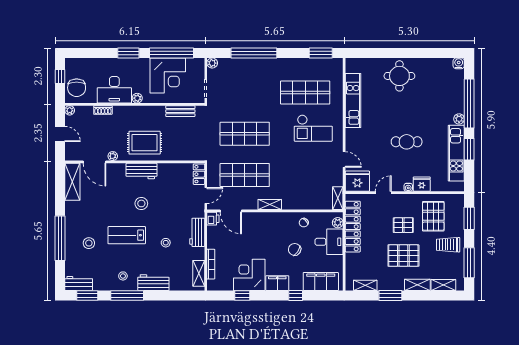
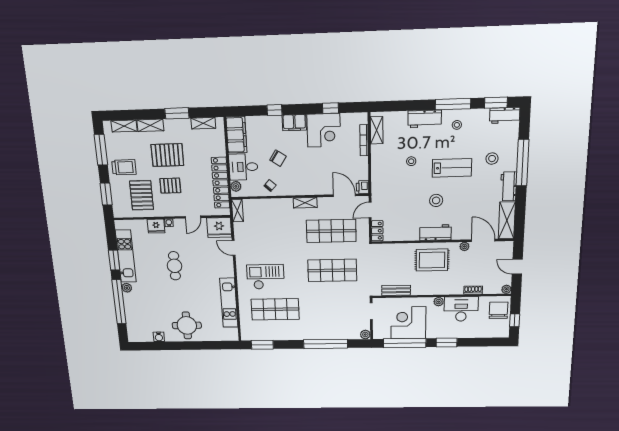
water cooler: (459, 63) -> (159, 337), moved
cafe table: (407, 142) -> (174, 266), turned 90
workbench: (197, 232) -> (508, 186), moved, turned 180
filing cabinet: (321, 282) -> (236, 135), moved, turned -90

